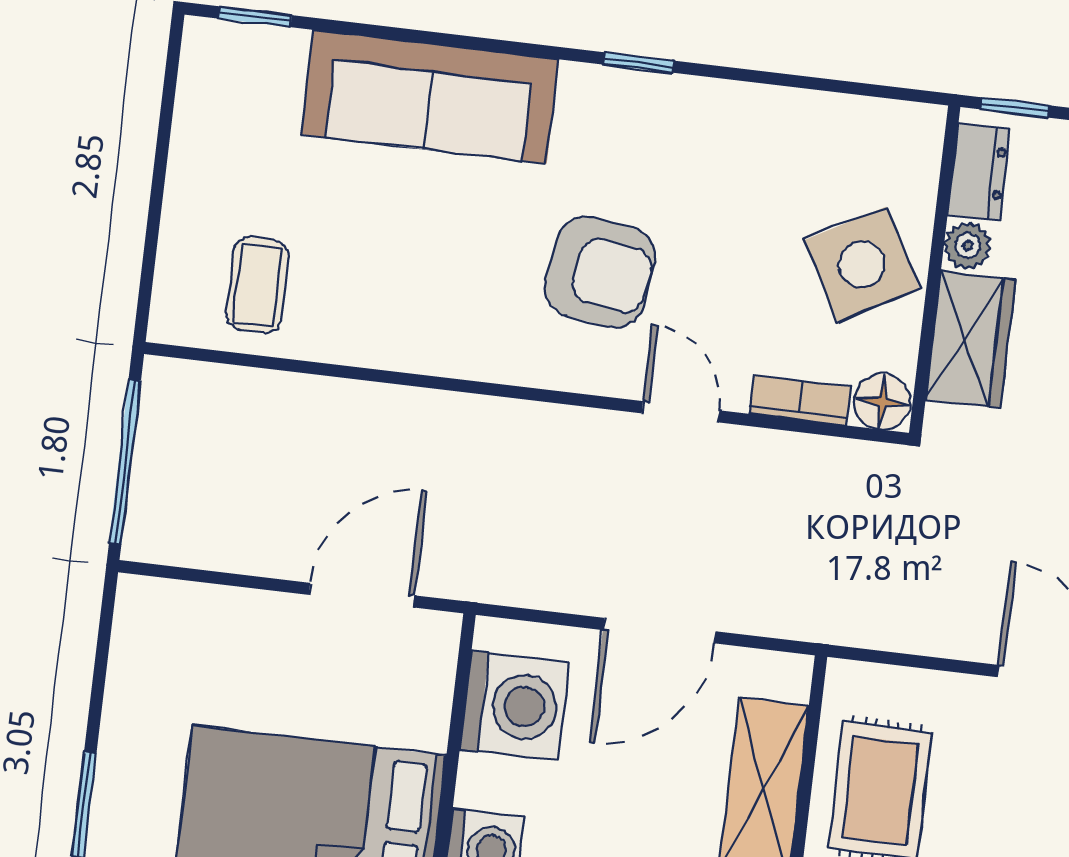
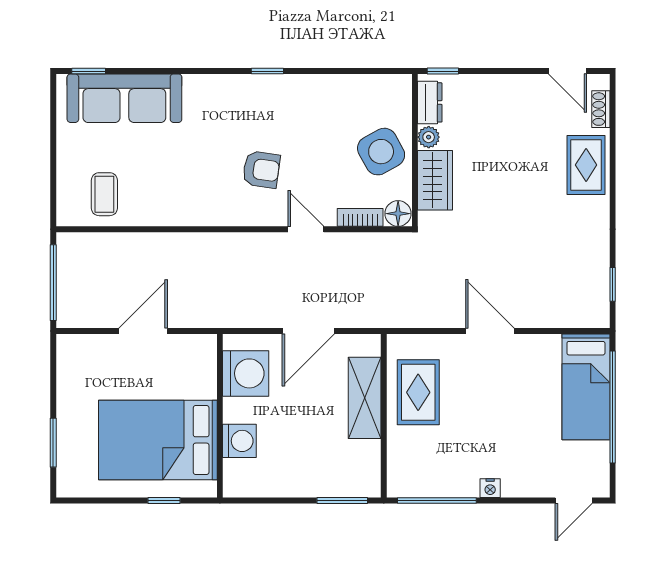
sofa: (430, 97) -> (124, 98), moved
armchair: (600, 272) -> (261, 170), width x0.72, depth x0.72
door: (361, 595) -> (143, 331), moved

